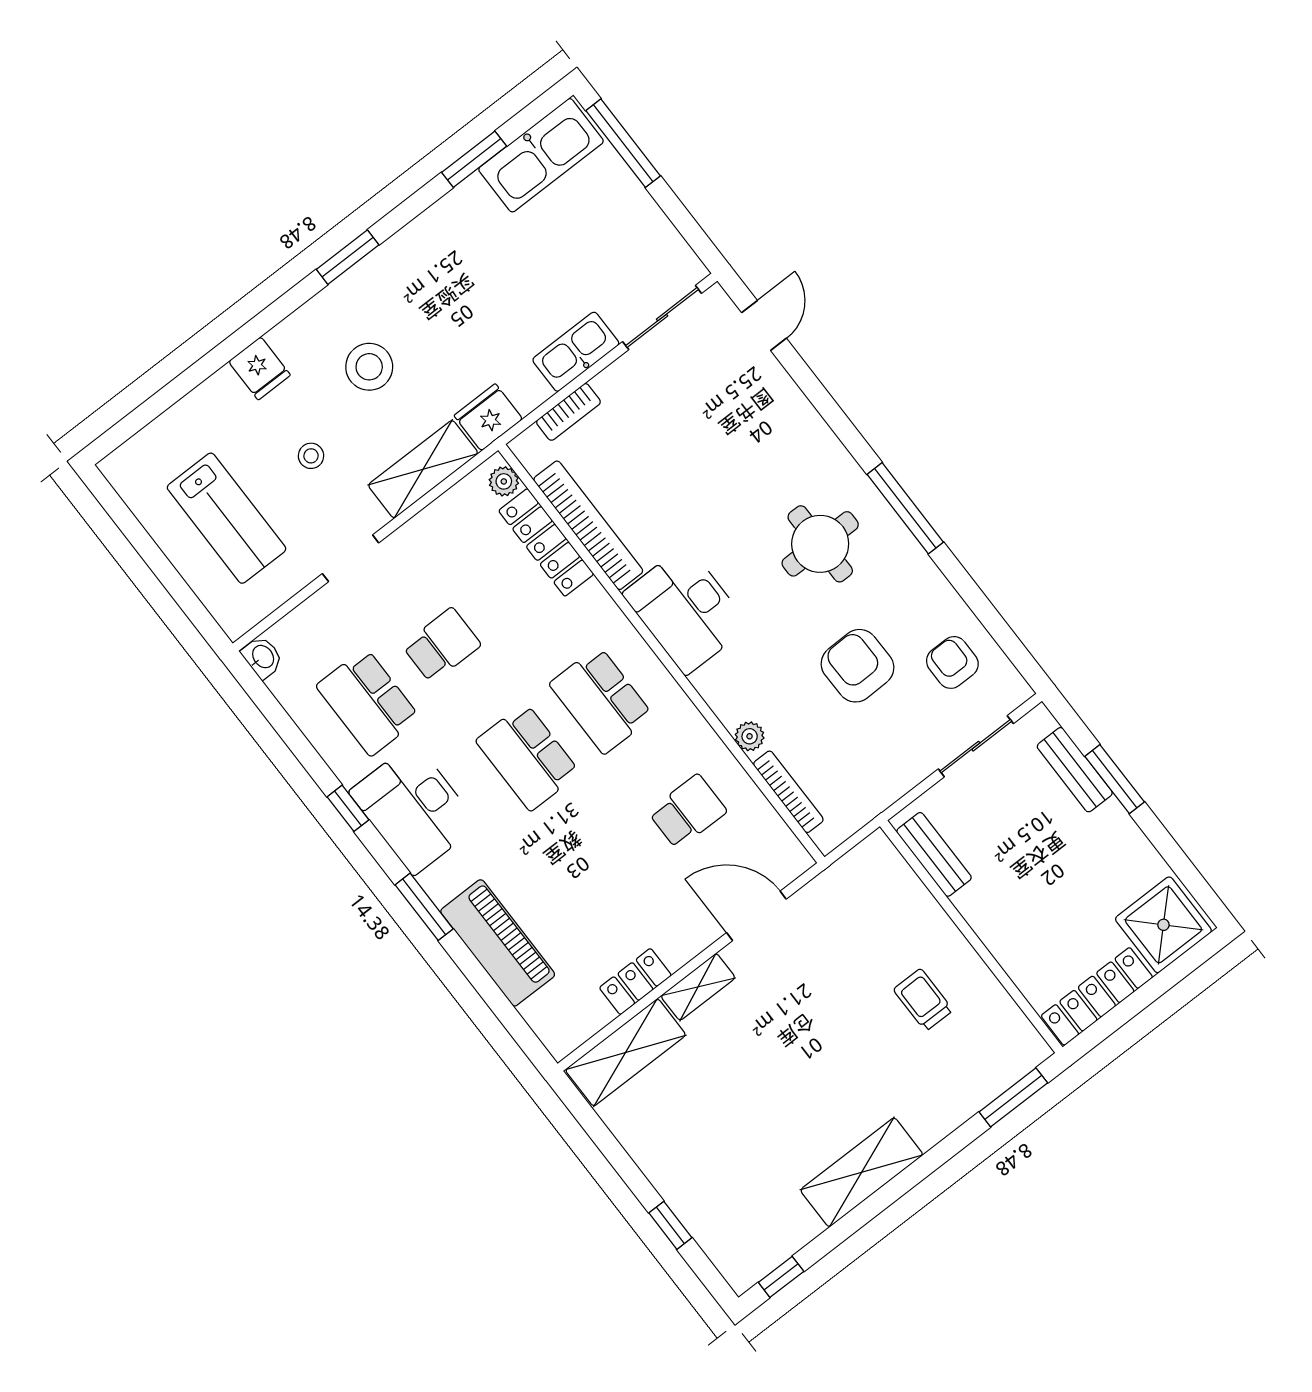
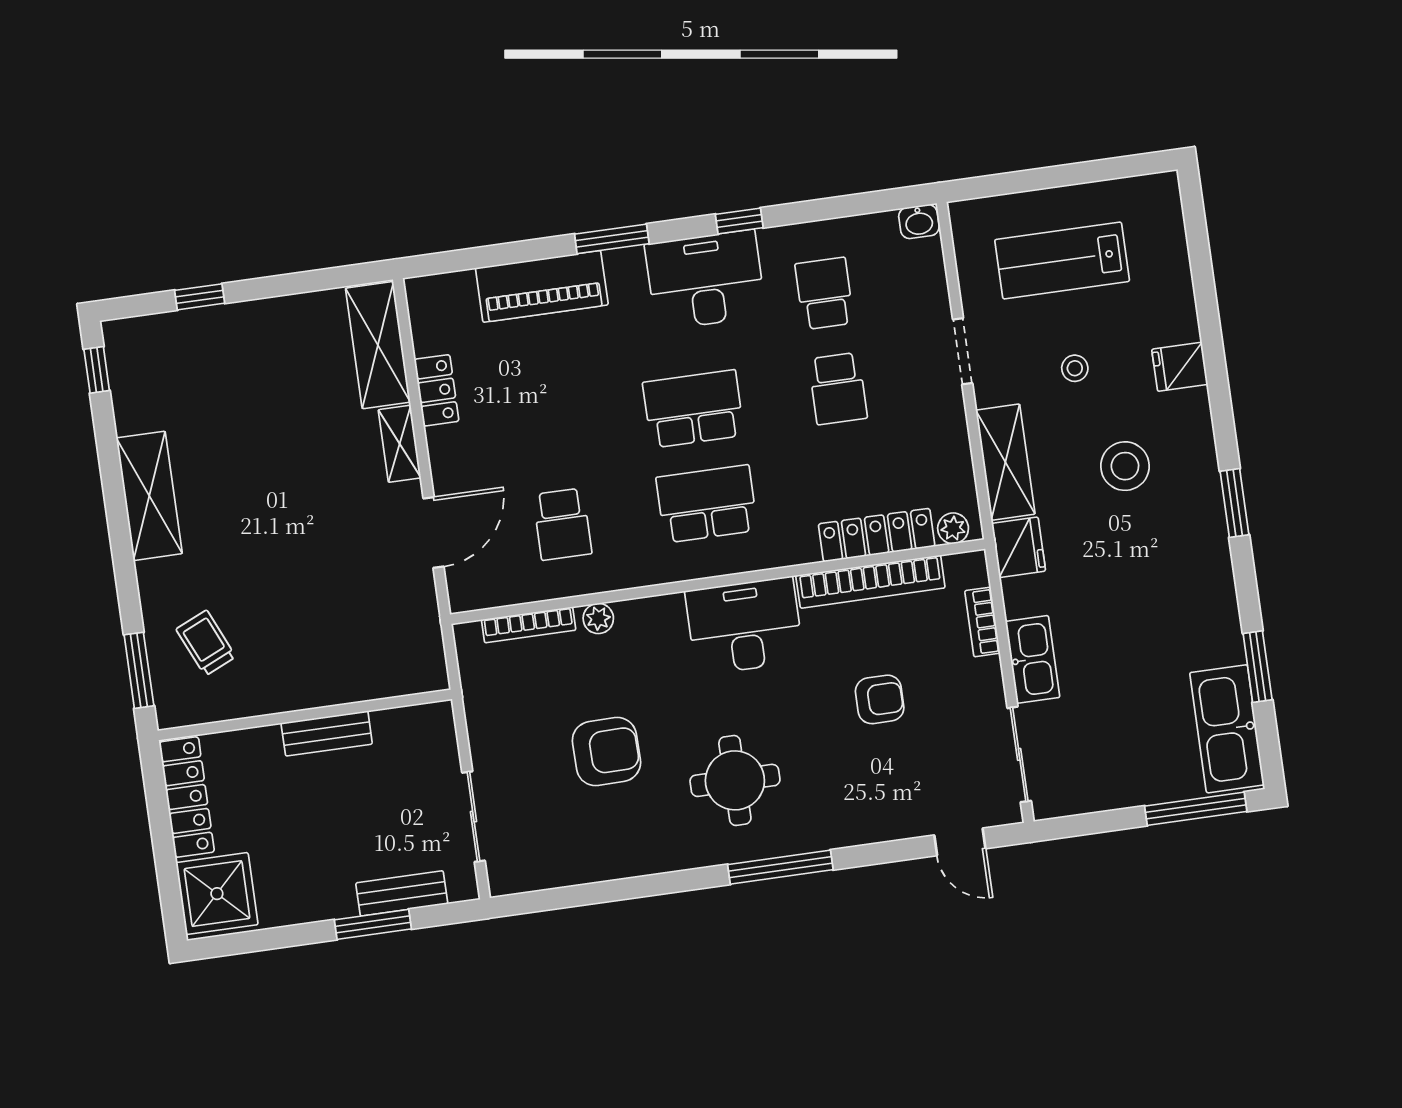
window: (905, 508) -> (780, 867), moved
armchair: (952, 662) -> (880, 699), moved
school desk: (368, 702) -> (824, 293), width x0.54
bench: (934, 854) -> (327, 734), moved
trolley: (923, 1000) -> (206, 643), moved, turned -114

